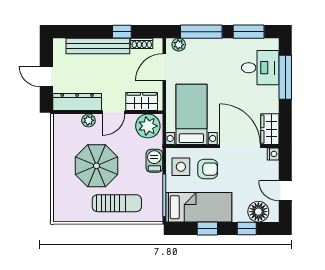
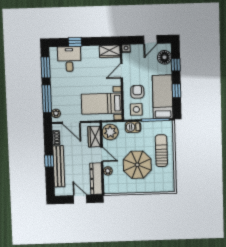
window: (122, 32) -> (49, 161), moved
door: (46, 77) -> (80, 199), swing flipped
window: (285, 77) -> (75, 42), width x0.46
door: (240, 146) -> (122, 71), width x0.53

